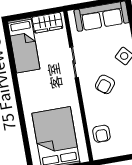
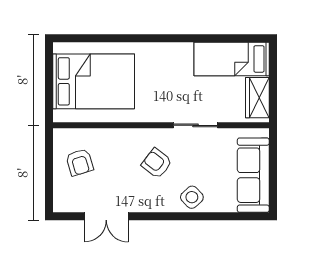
armchair: (101, 134) -> (80, 162), moved, turned -107

